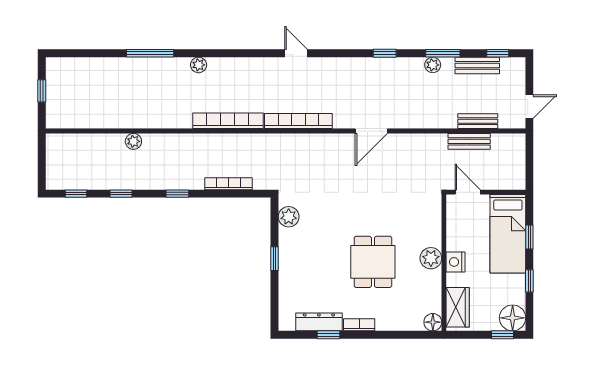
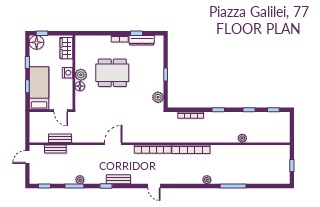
bench: (477, 65) -> (118, 179), moved
dining table: (373, 262) -> (112, 73), width x1.38
floor lamp: (433, 322) -> (80, 86), moved

